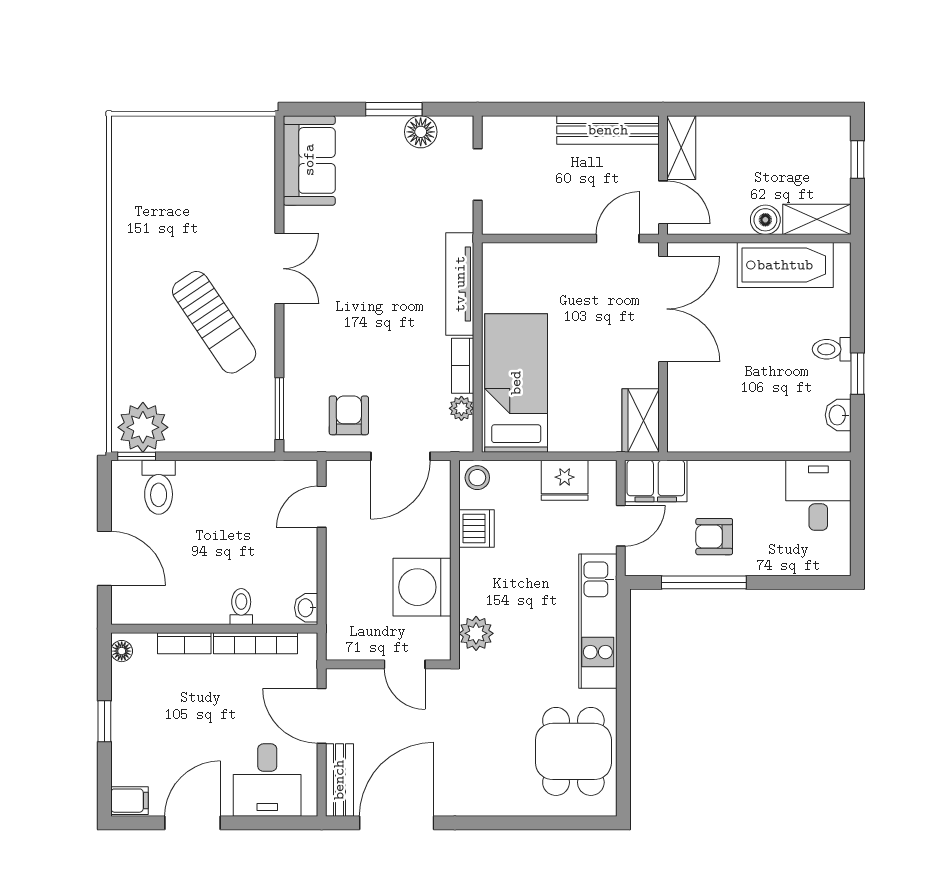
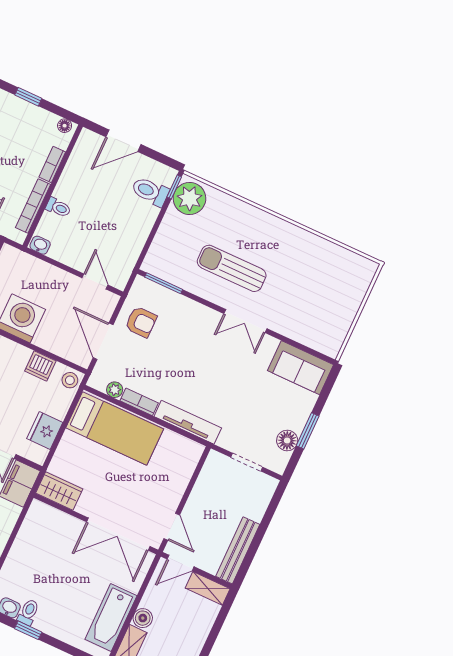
sun lounger: (214, 322) -> (232, 268), turned 34
toilet: (832, 349) -> (28, 612), moved

